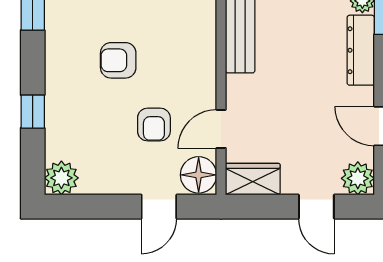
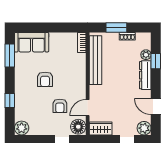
armchair: (118, 60) -> (45, 79), turned -90

